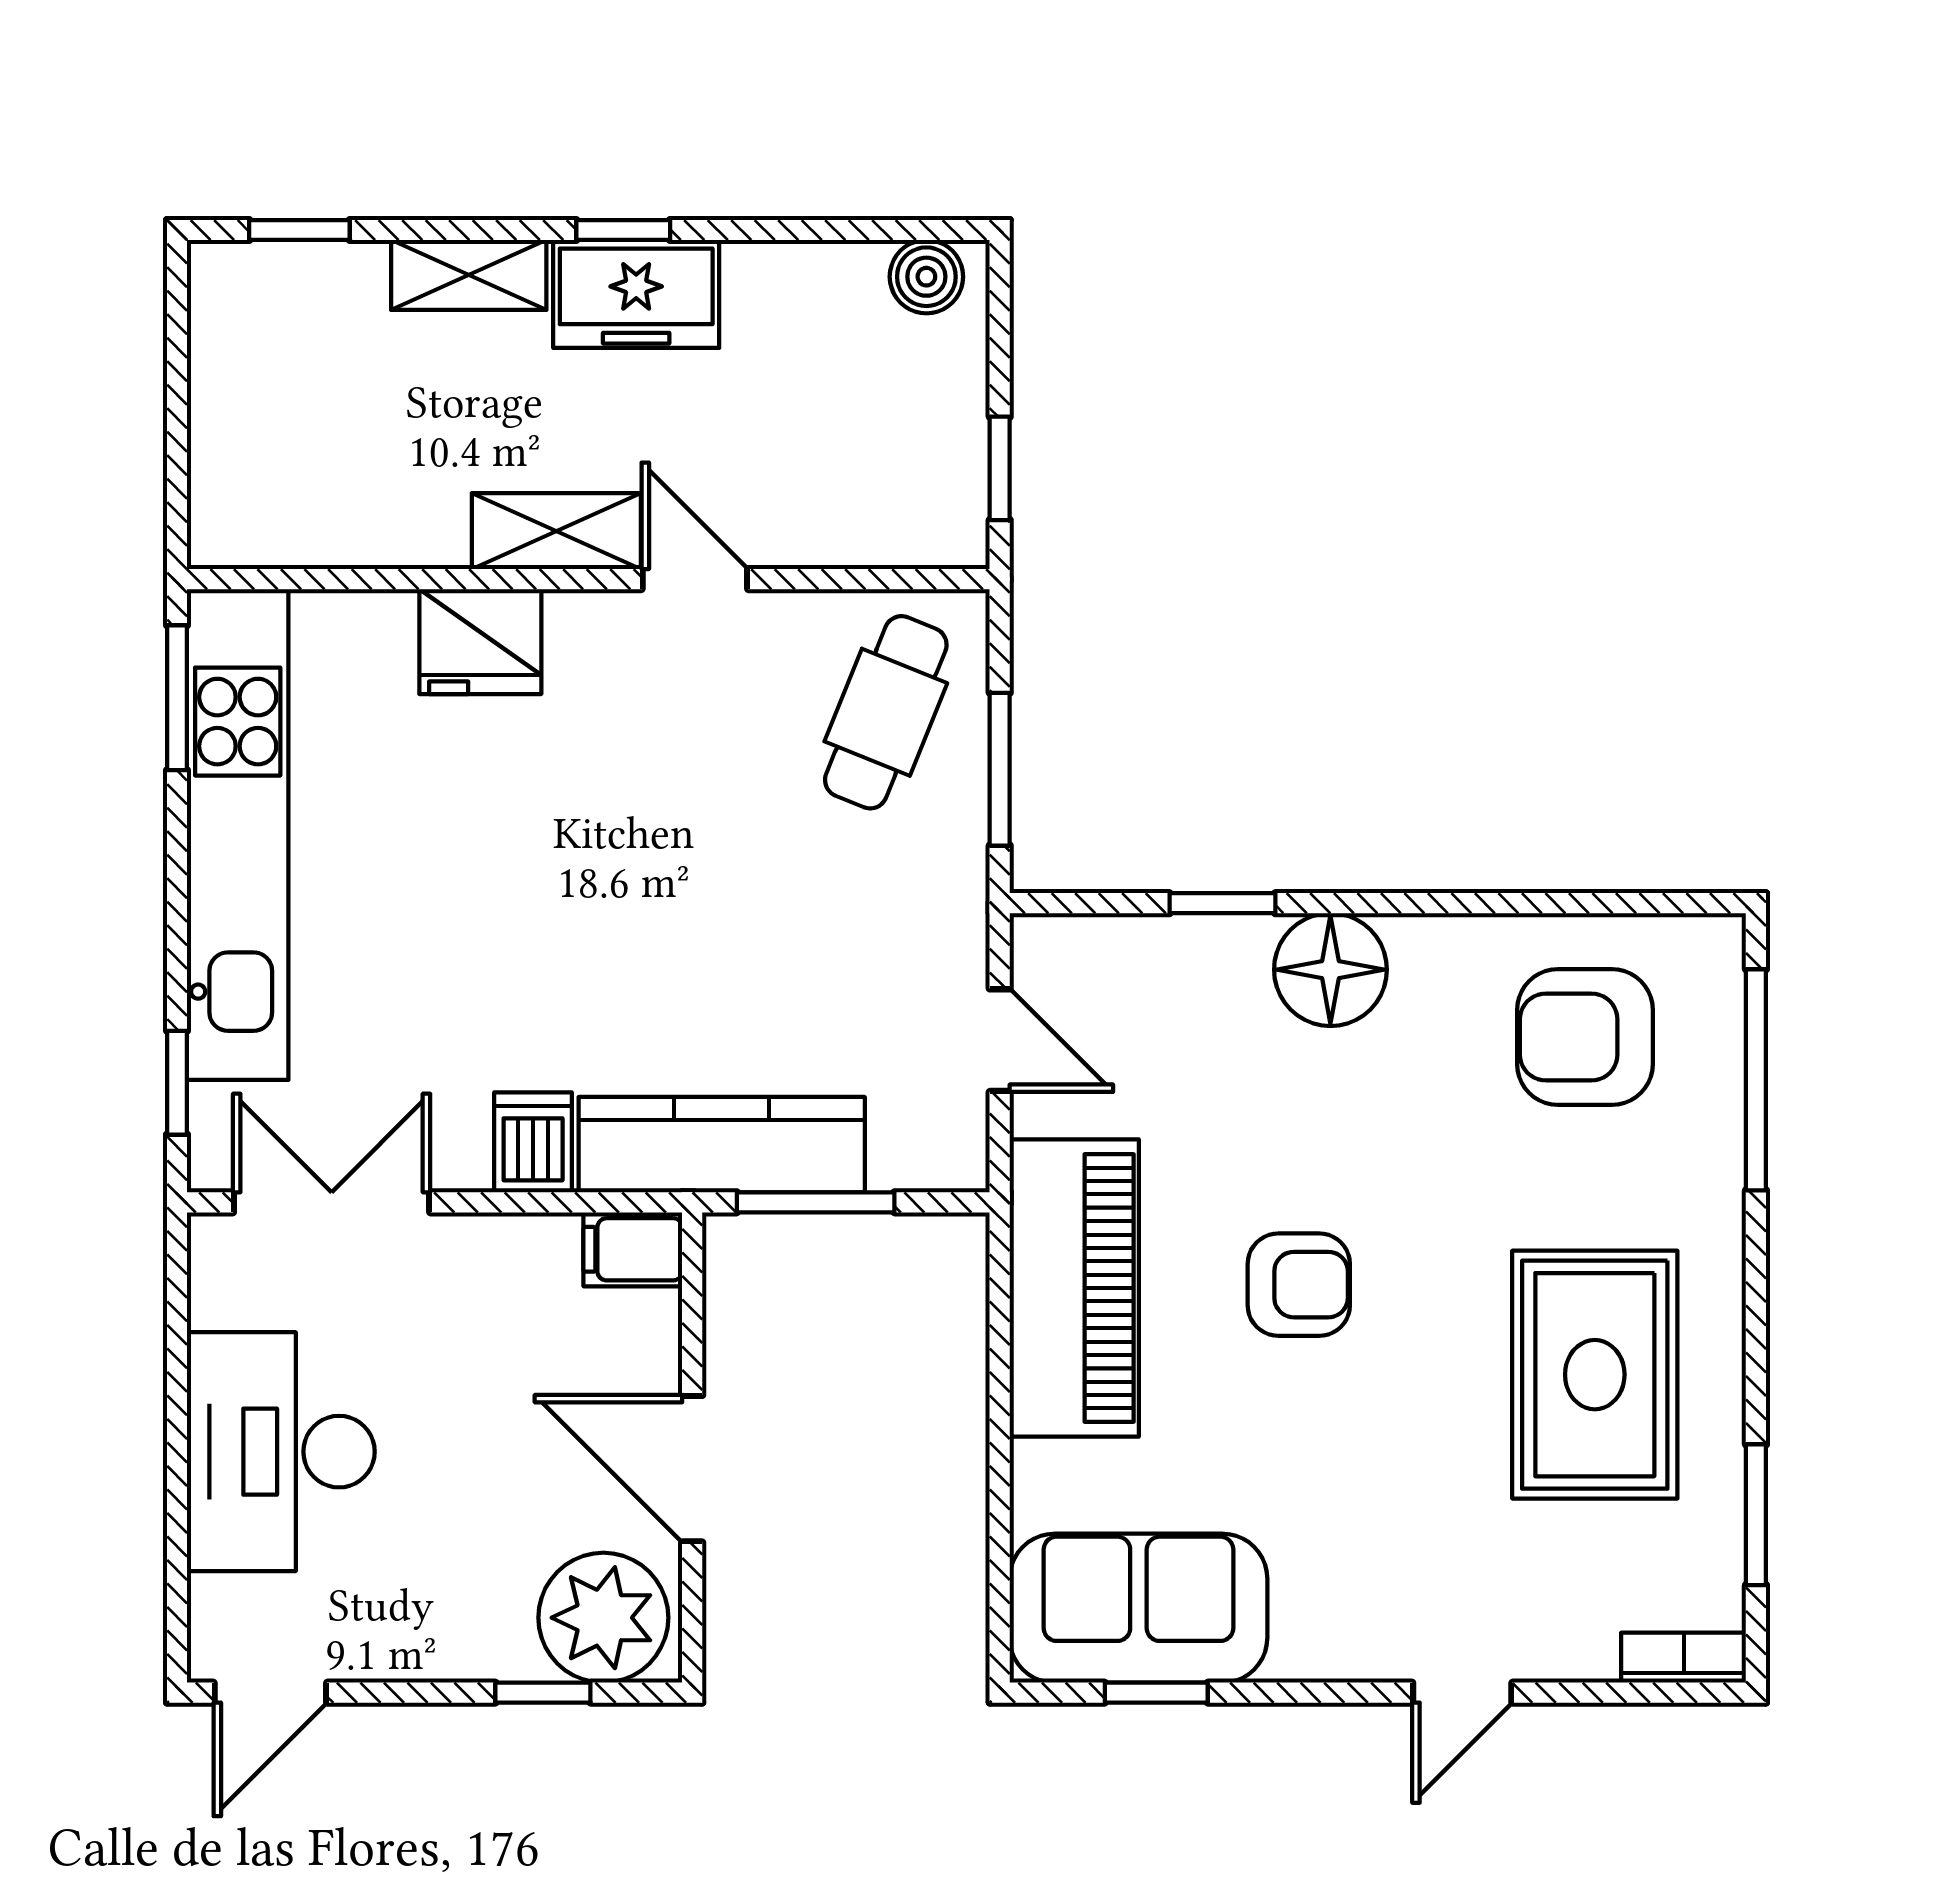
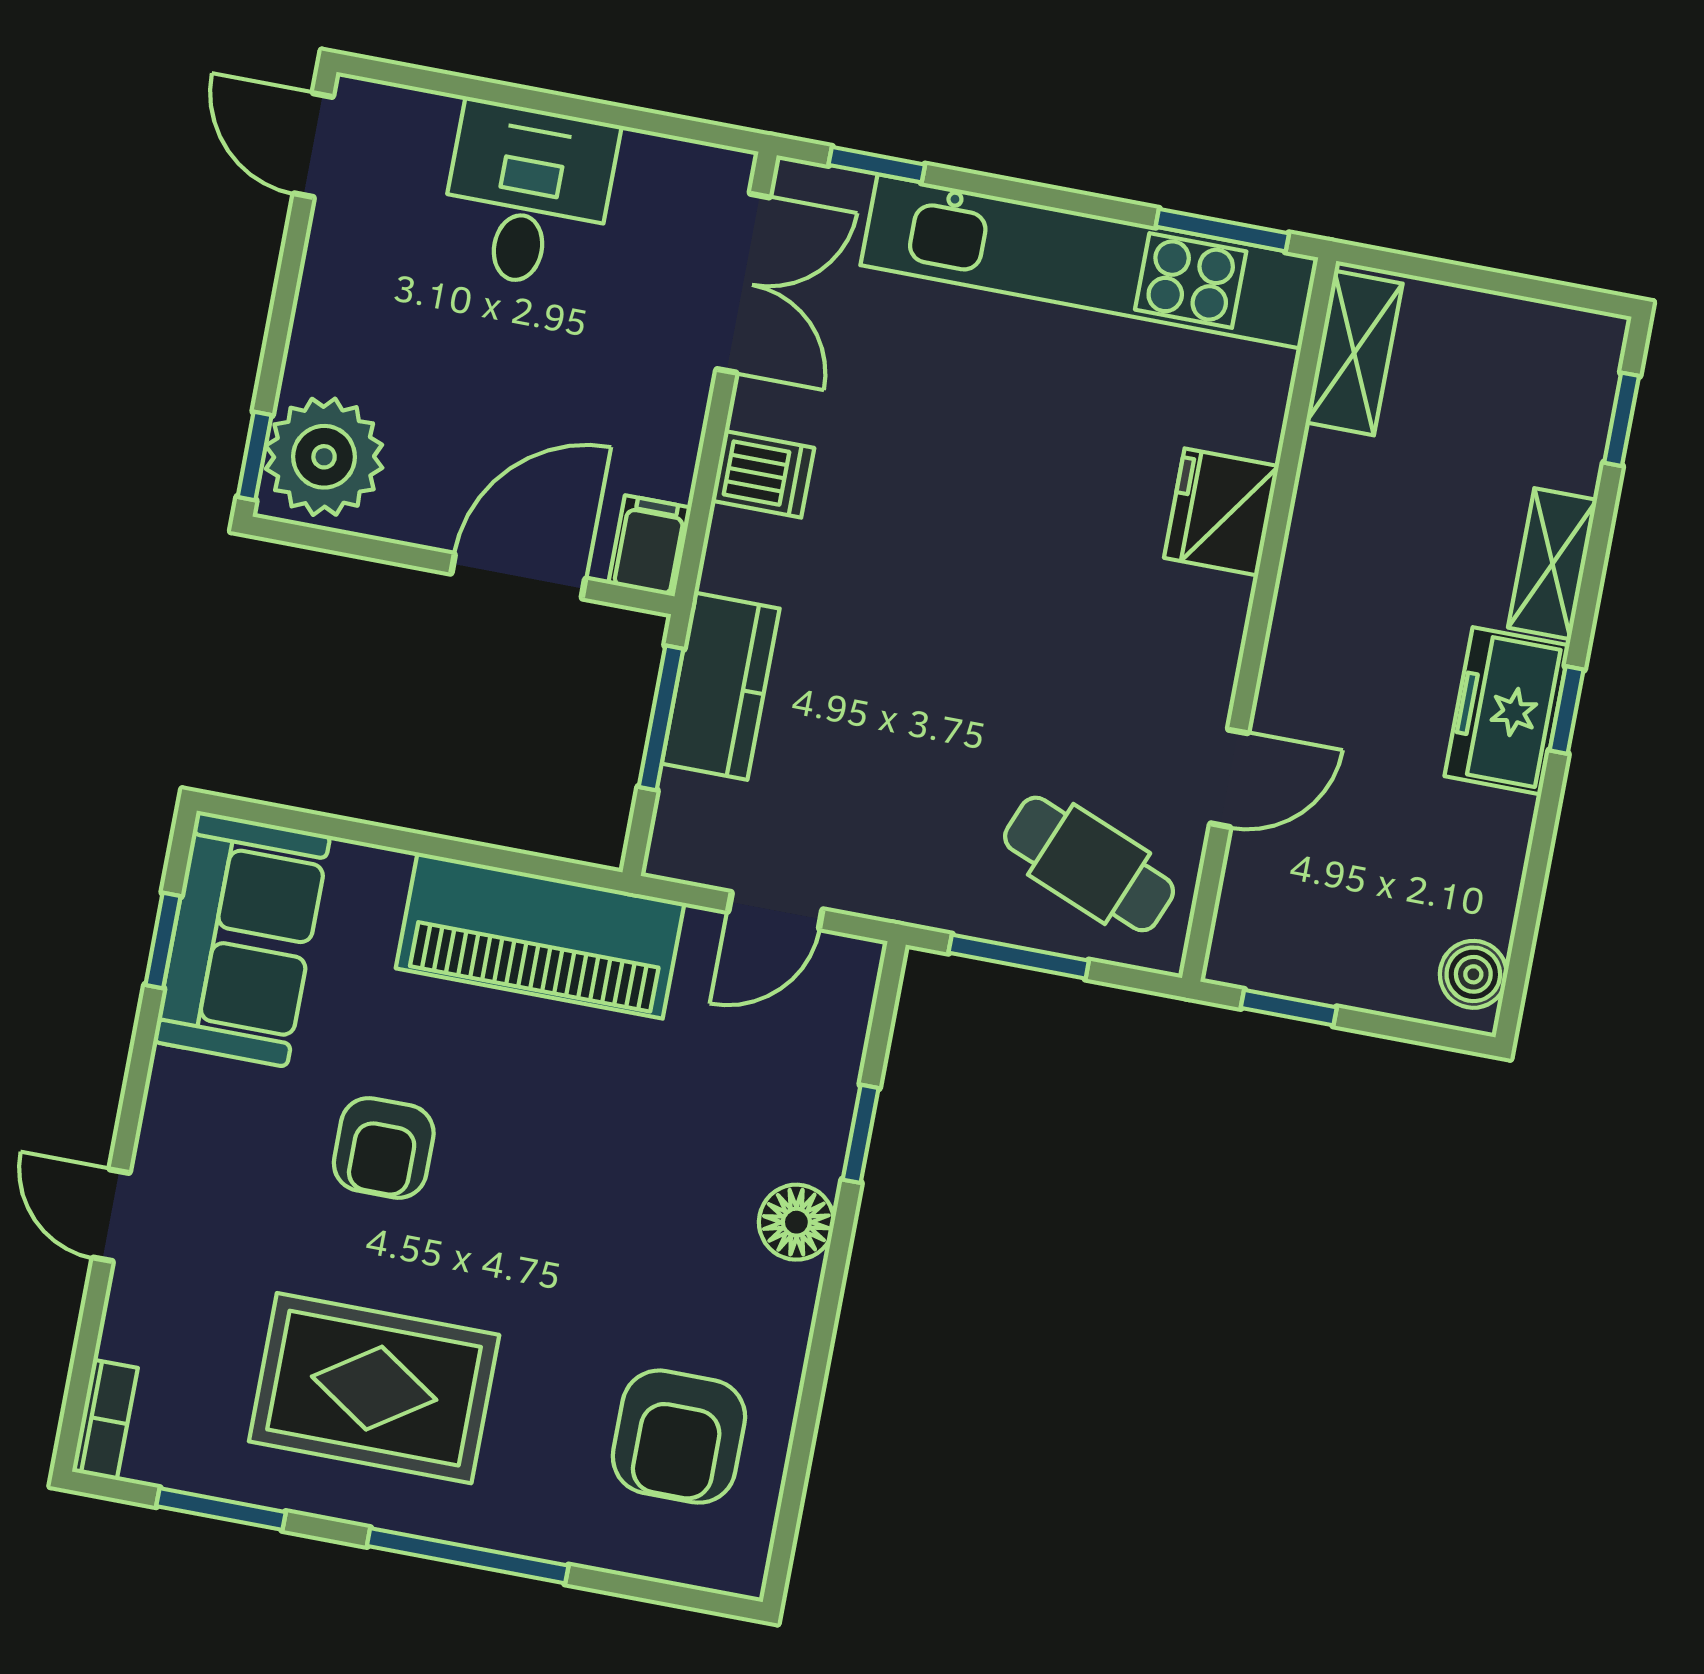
shelving: (556, 531) -> (1354, 353), moved
door: (695, 579) -> (1229, 778), moved
floor lamp: (1330, 970) -> (796, 1222), width x0.73, depth x0.73
armchair: (1585, 1037) -> (679, 1437), turned 180
window: (1756, 1080) -> (468, 1556), moved
kitchen counter: (722, 1145) -> (721, 686), width x0.67
armchair: (1299, 1285) -> (384, 1148), moved
desk: (281, 1452) -> (528, 195), width x0.73
door: (692, 1469) -> (518, 576), moved
window: (543, 1693) -> (255, 456), moved

